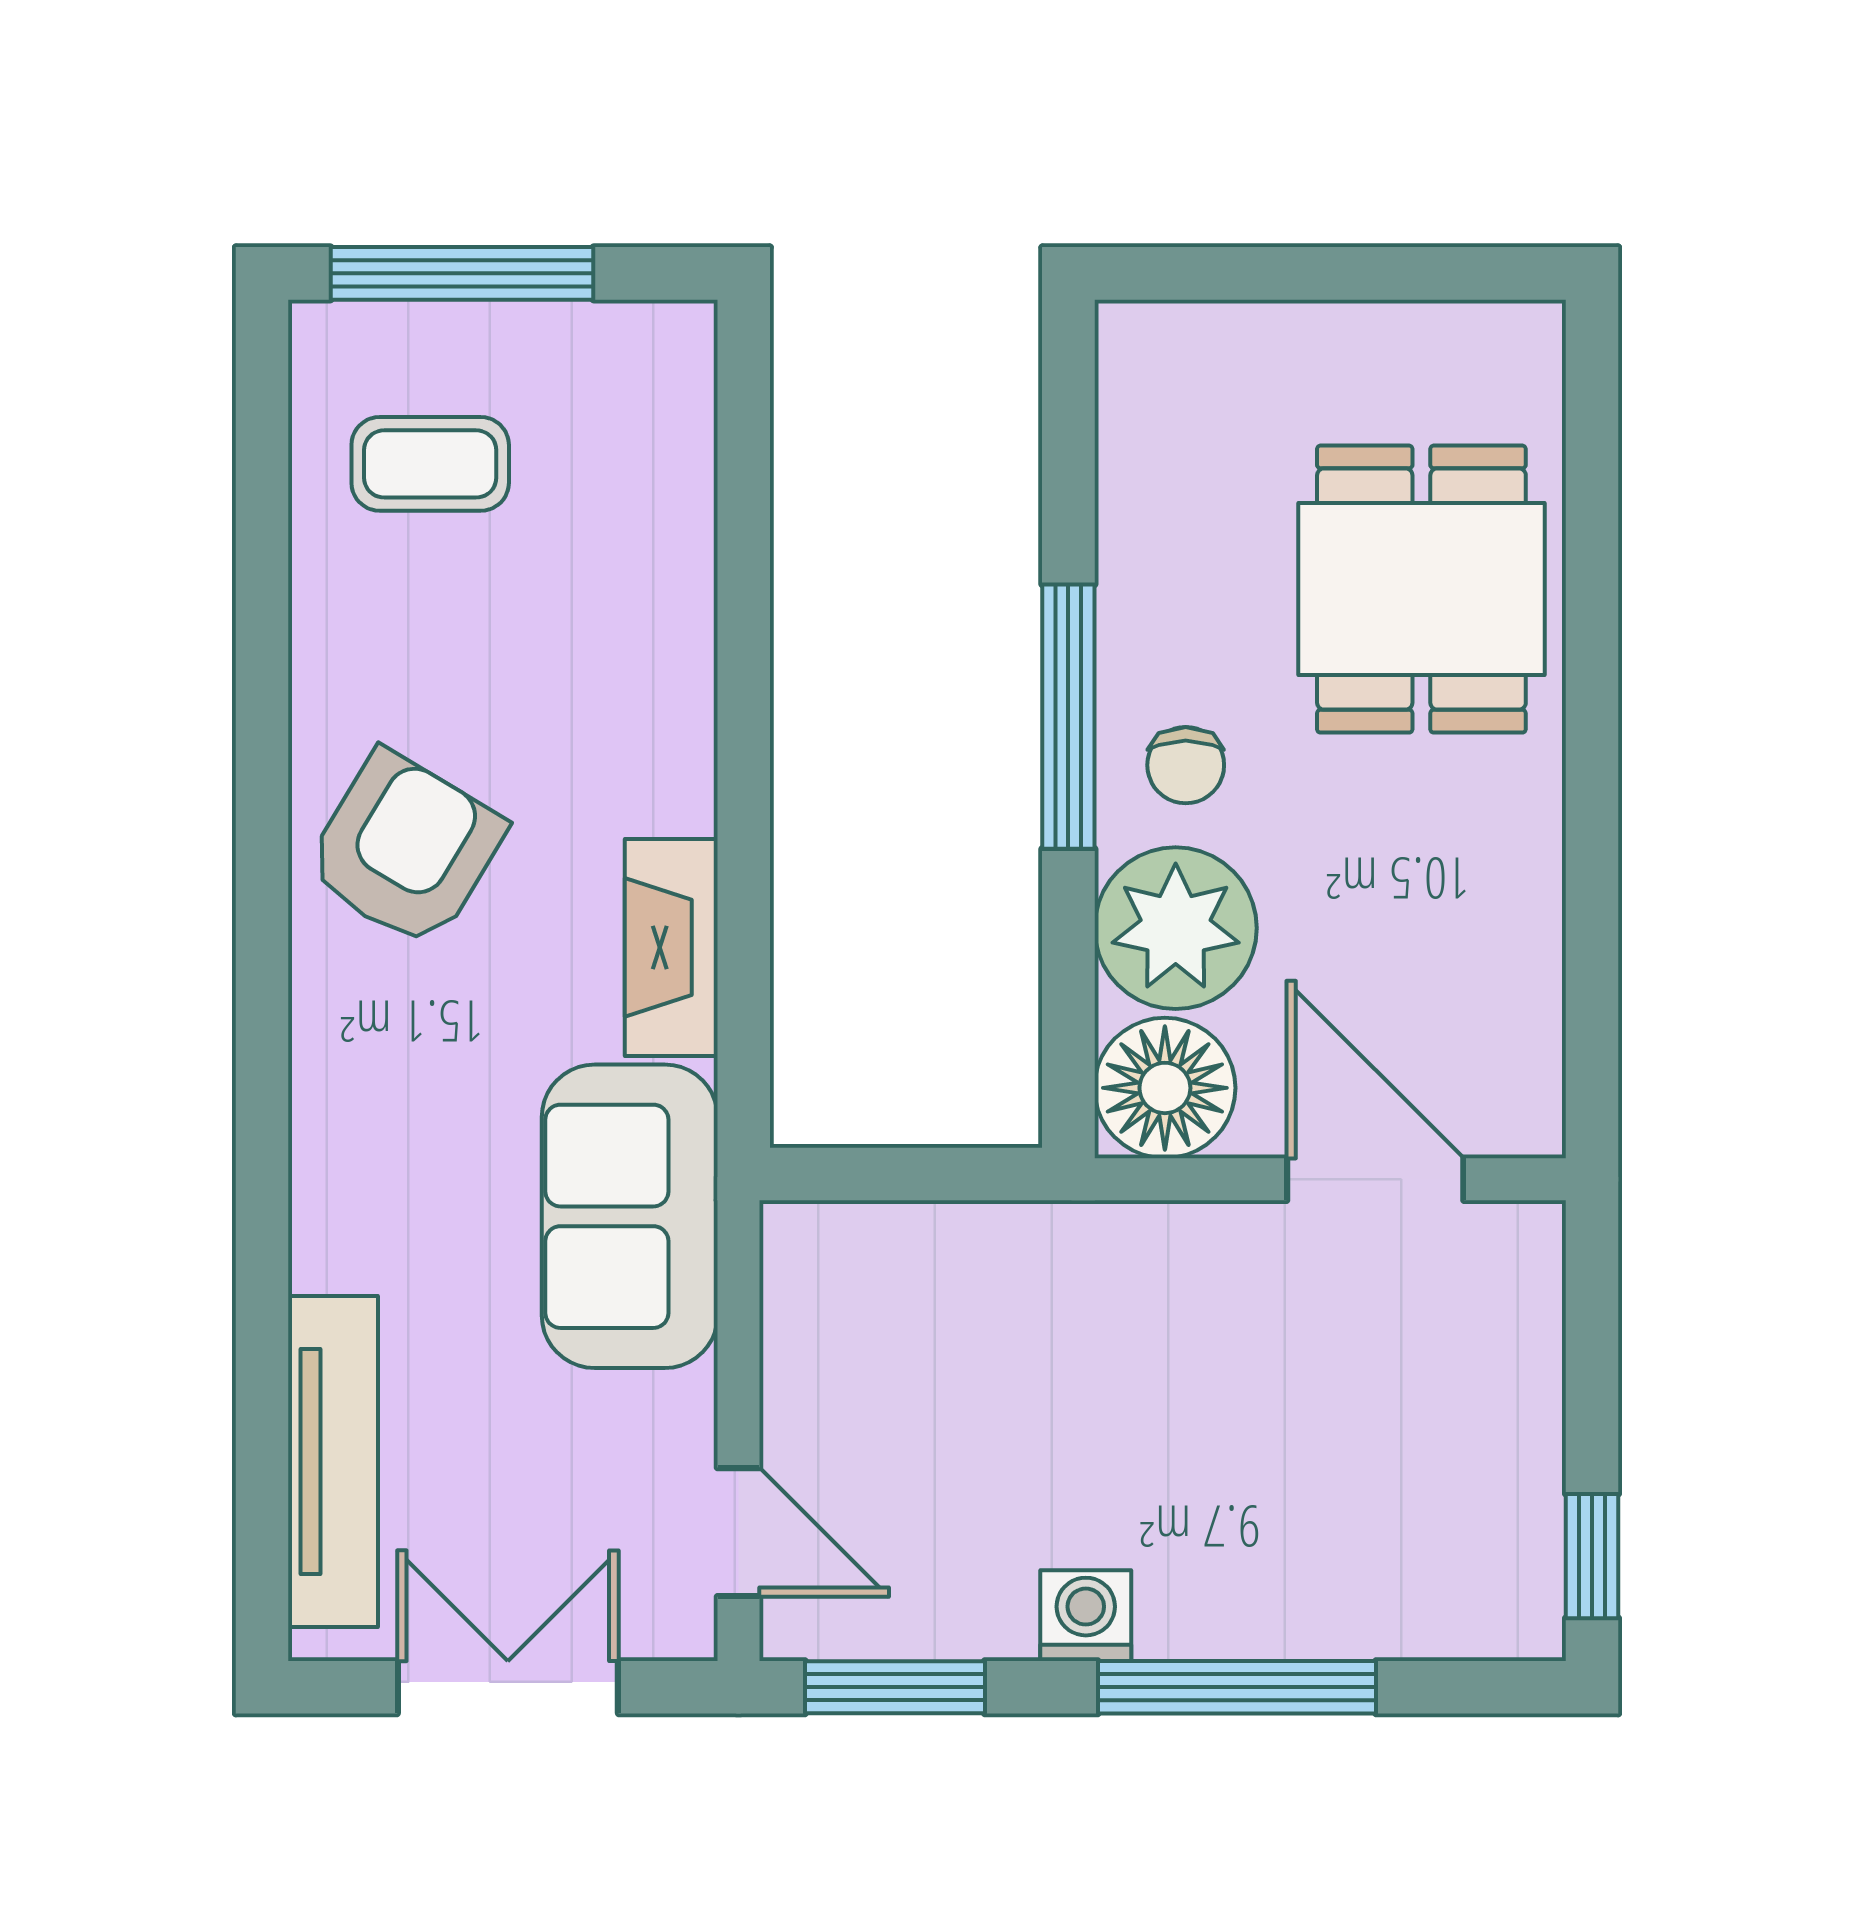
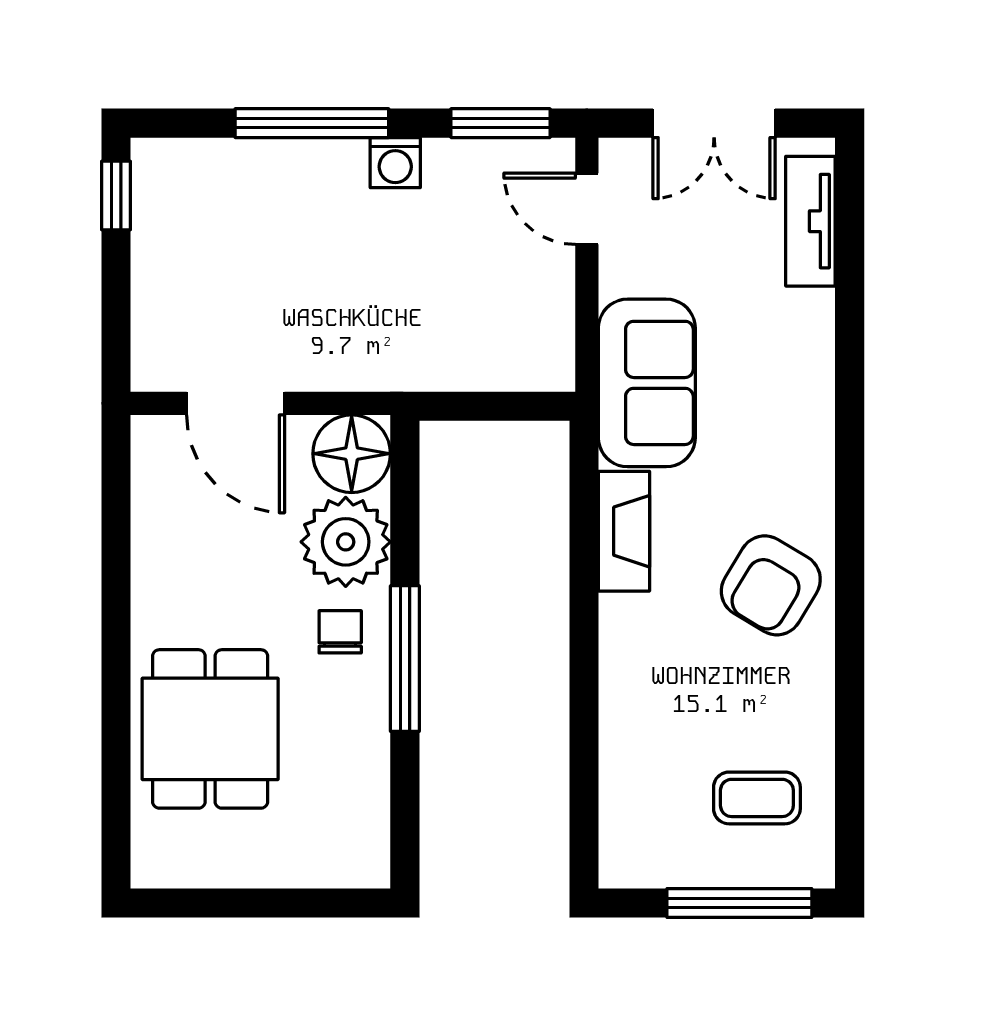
tv unit: (333, 1461) -> (810, 221), width x0.71

